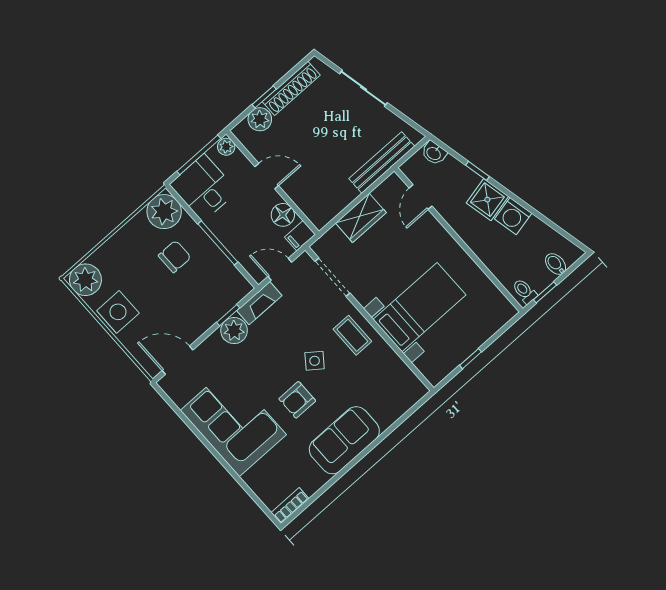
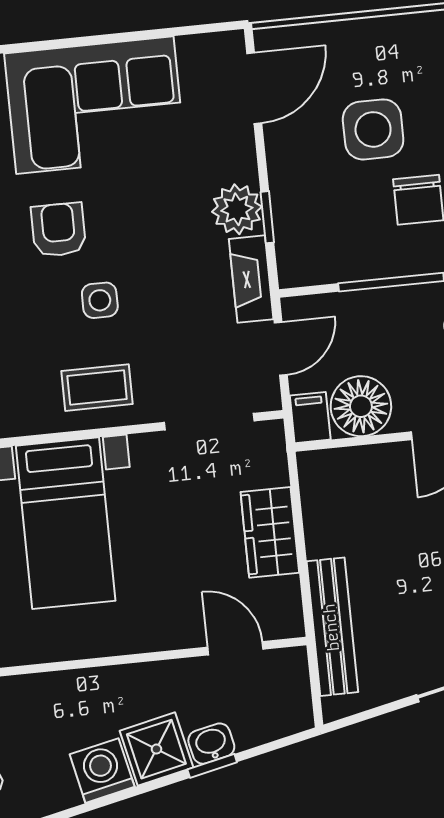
washbasin: (434, 153) -> (211, 744), moved
floor lamp: (283, 215) -> (361, 406), width x1.38, depth x1.38
side table: (118, 312) -> (373, 129), moved
side table: (315, 361) -> (100, 300), turned -37

